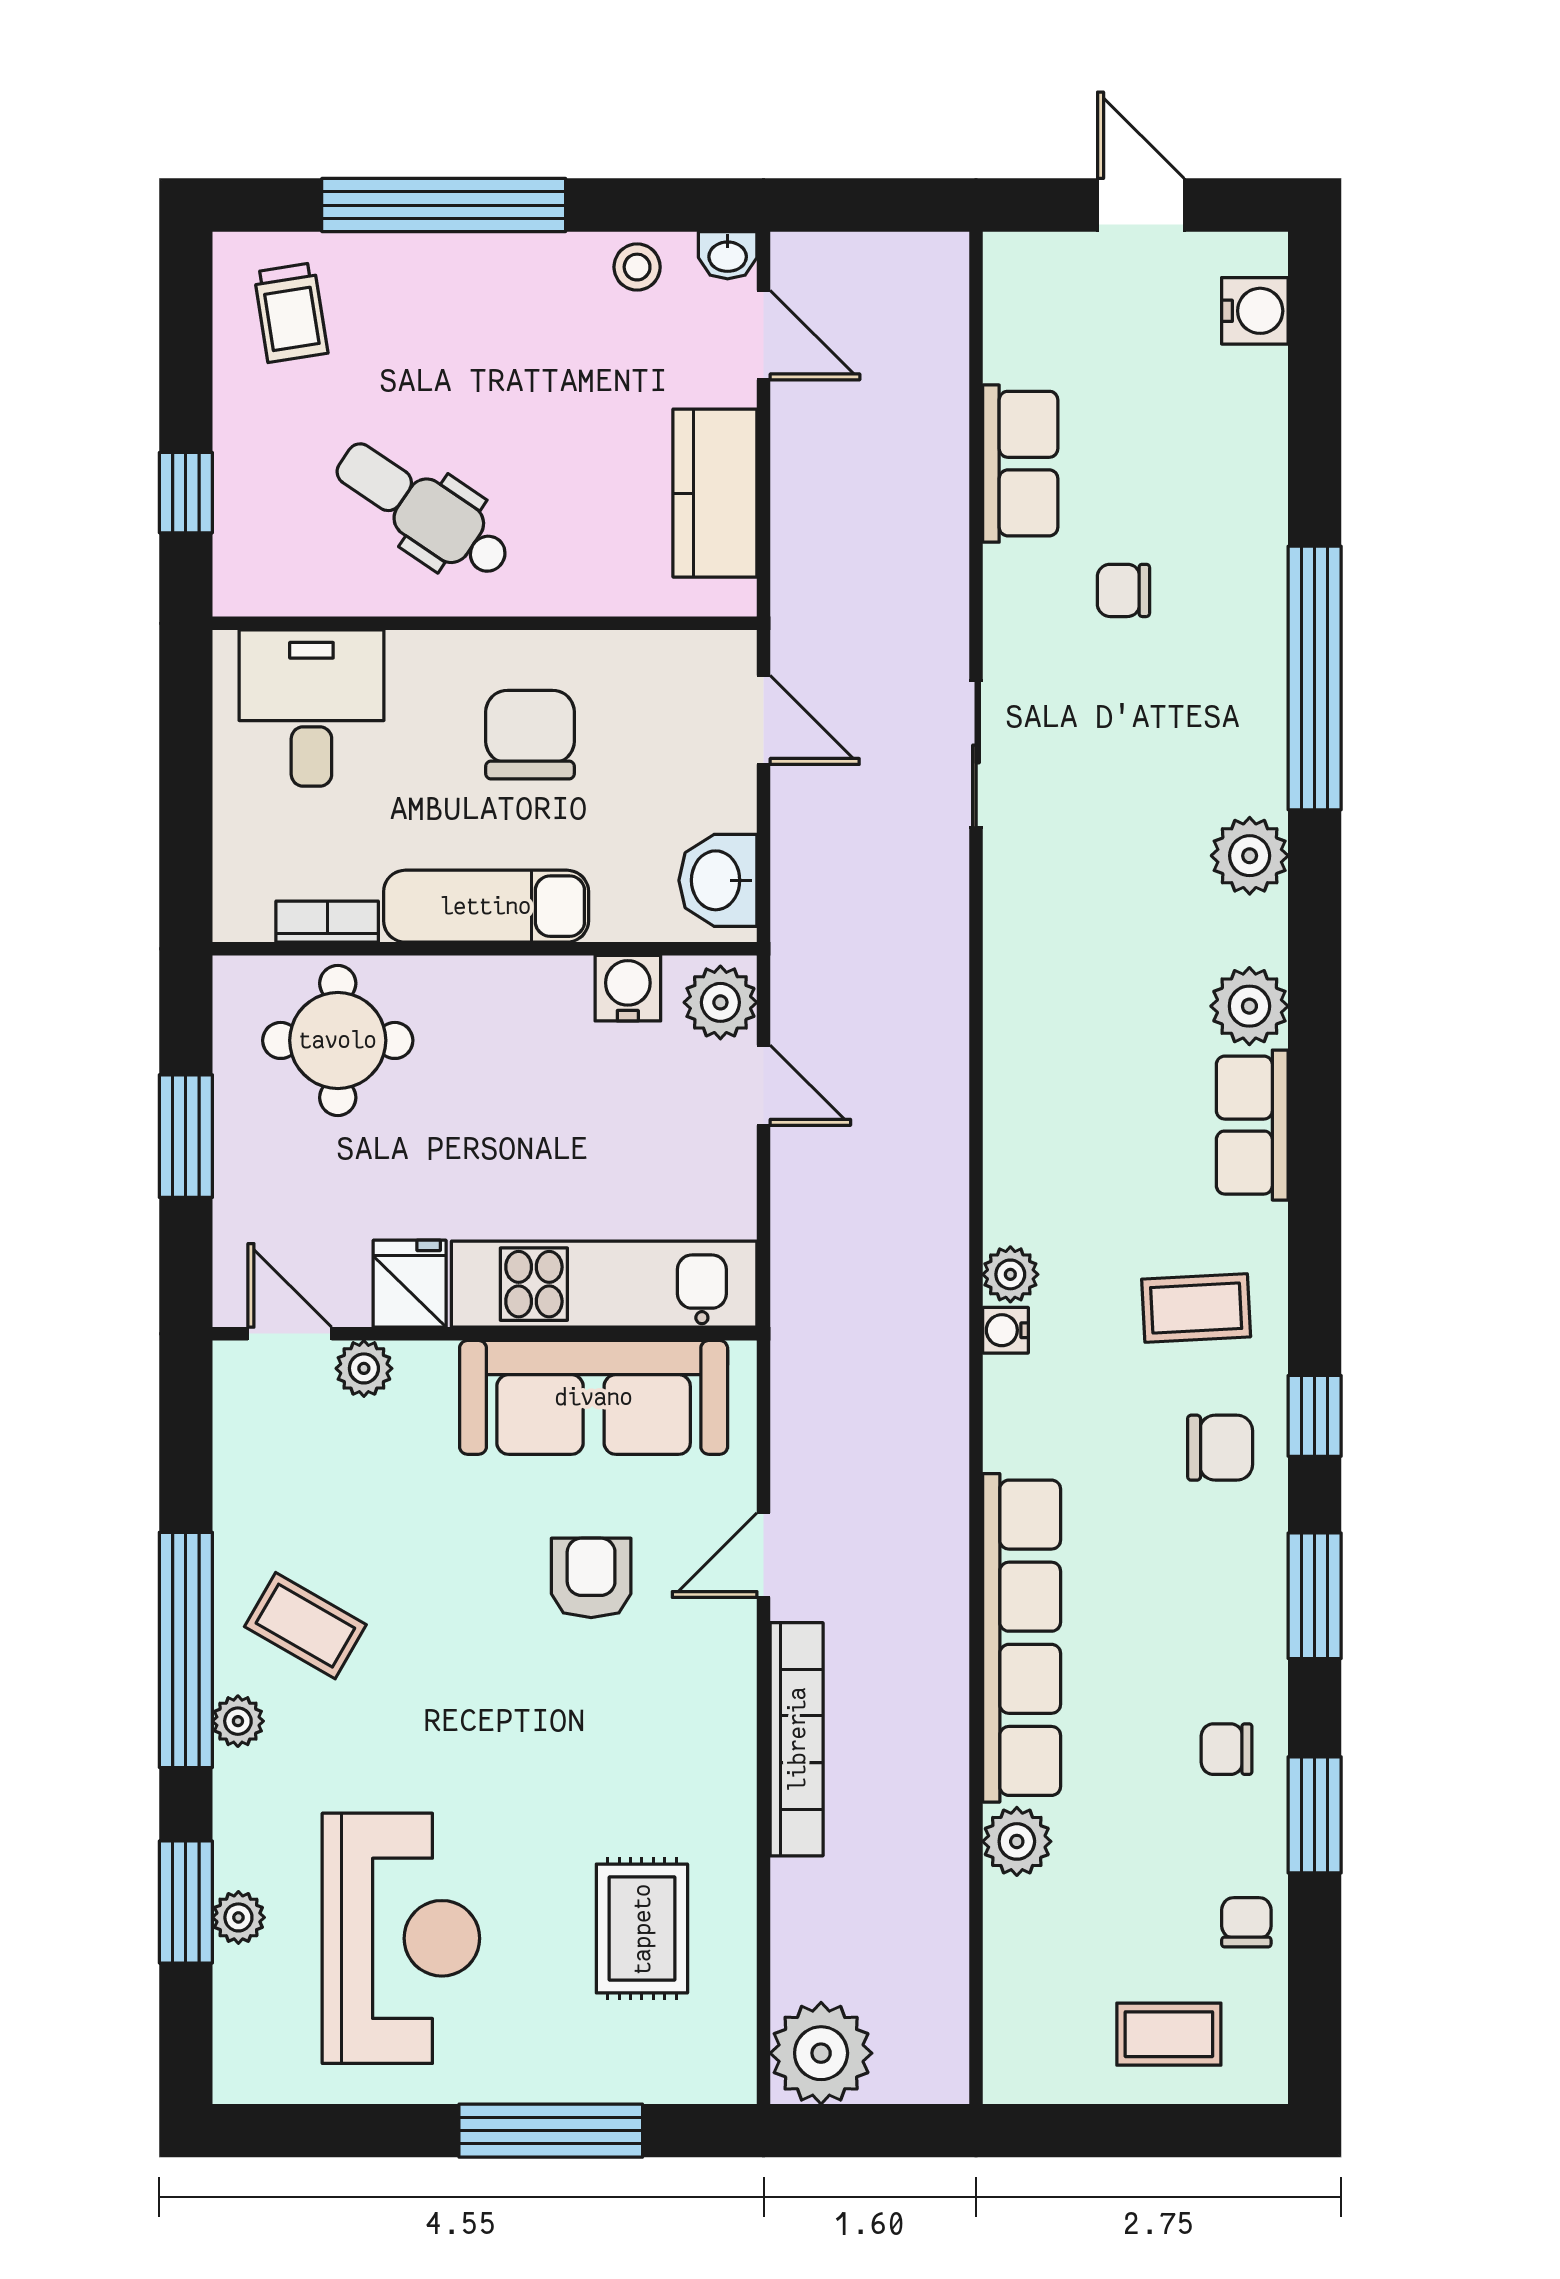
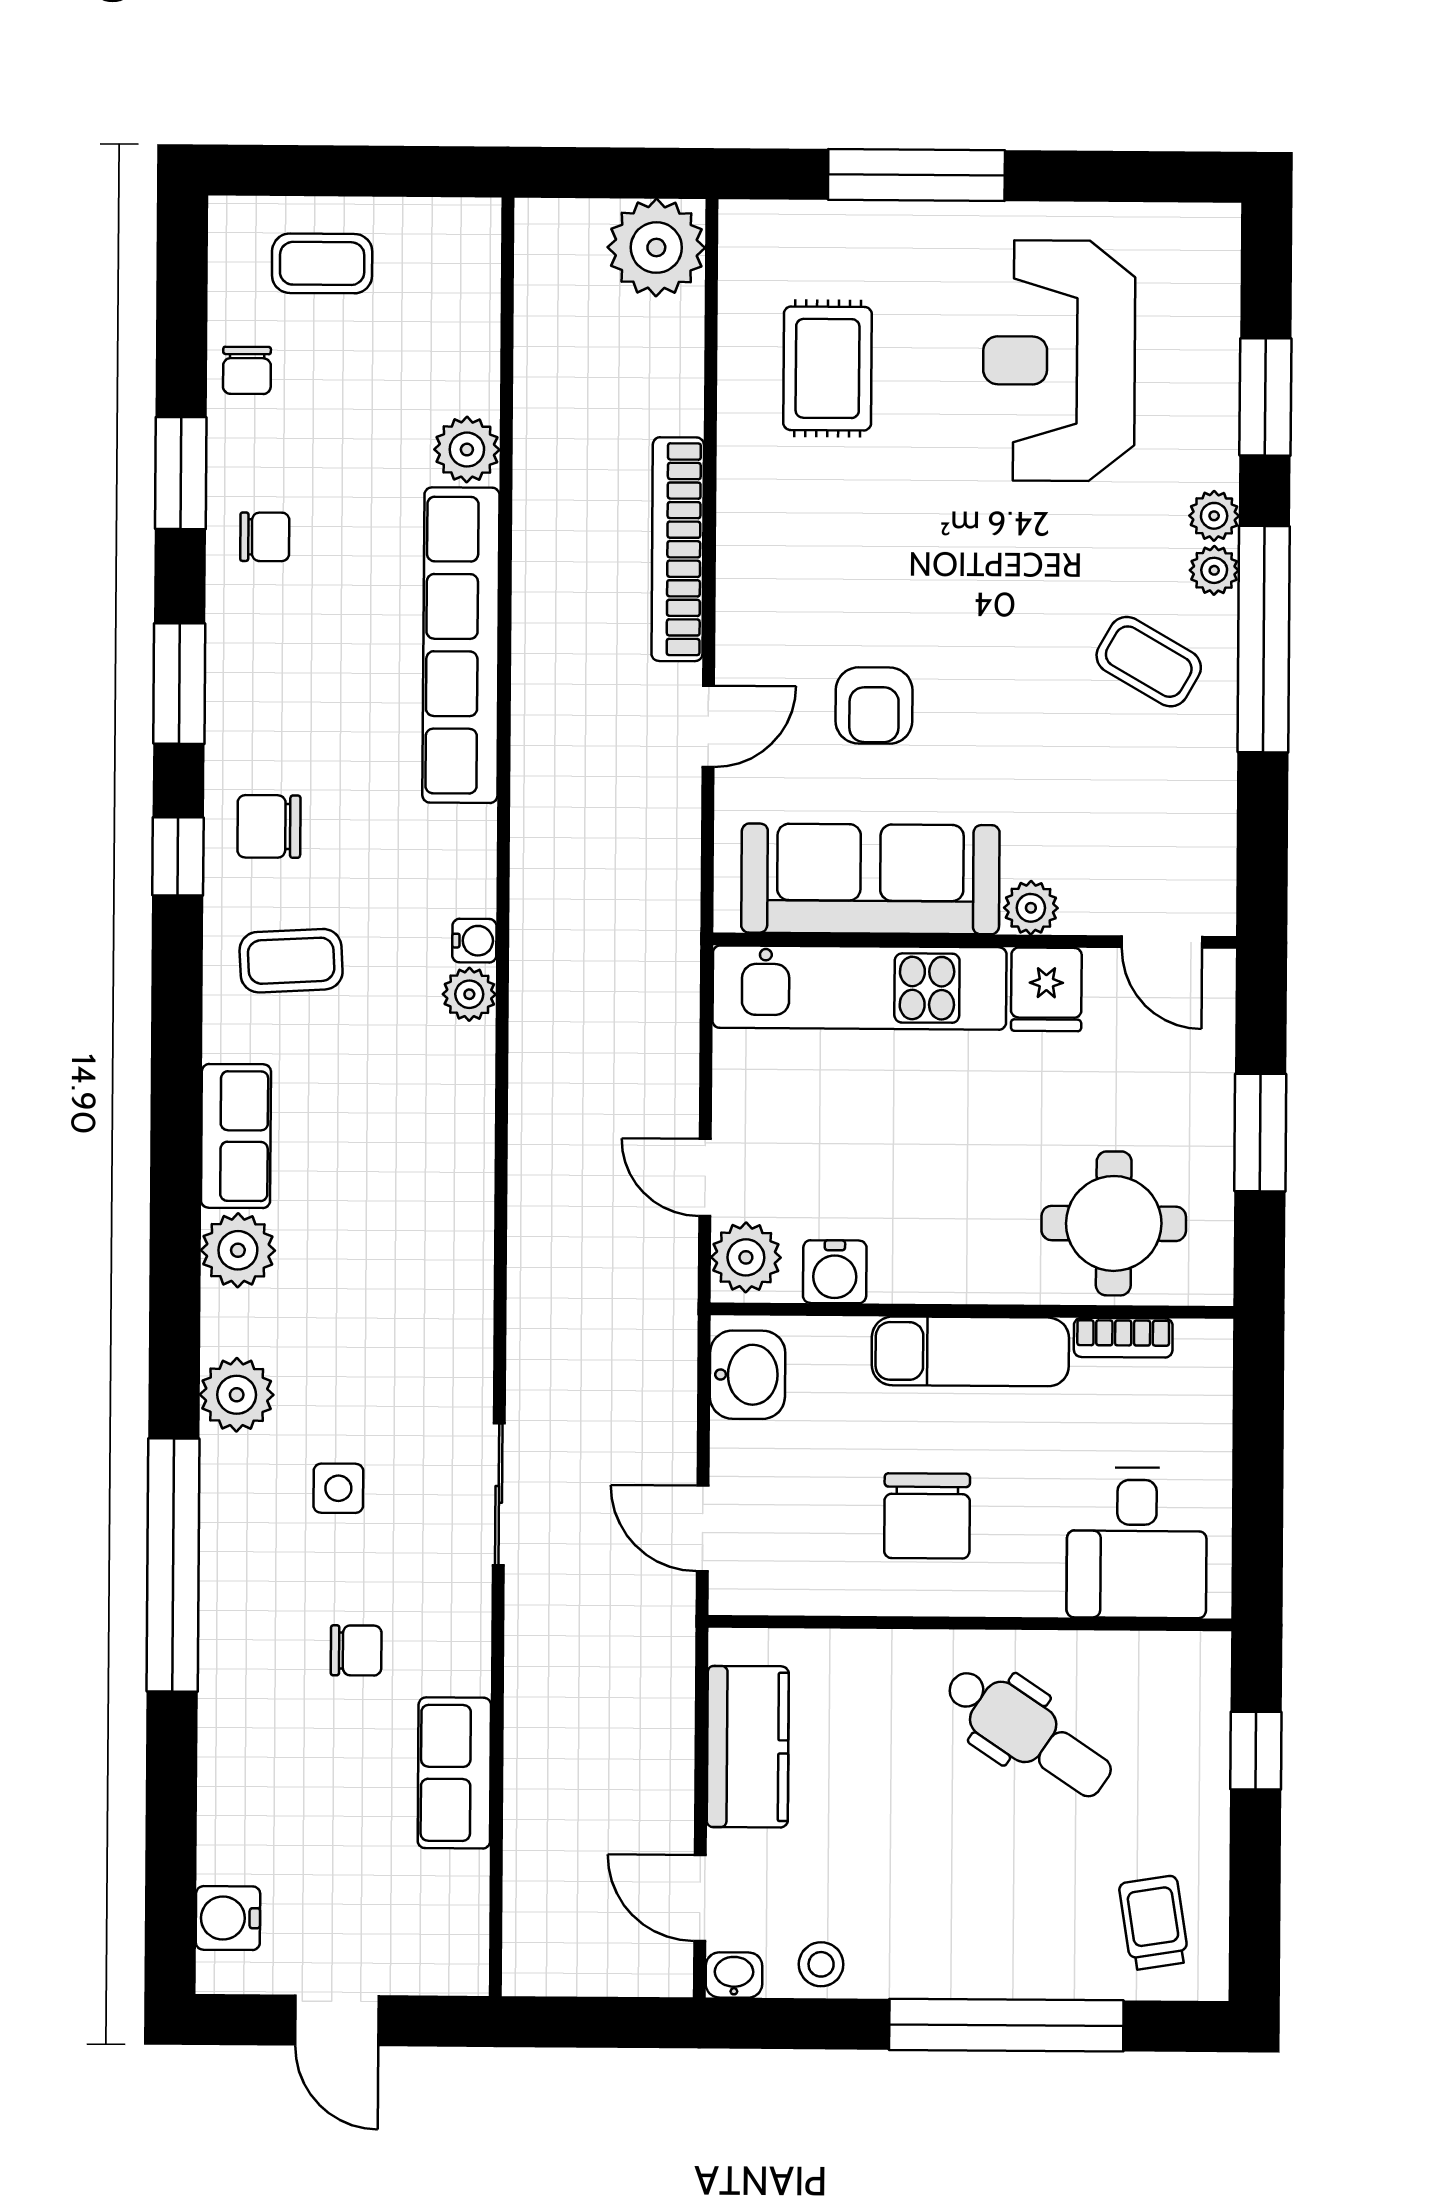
side table: (1143, 759) -> (338, 1488), added
plant: (364, 1368) -> (1031, 908), moved
plant: (238, 1917) -> (1214, 516), moved

